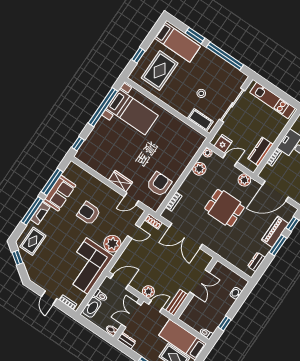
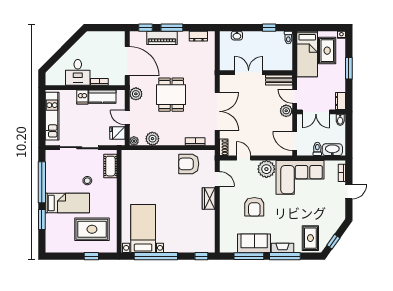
bed: (177, 42) -> (67, 203), moved, turned 90
dishwasher: (271, 135) -> (82, 97), added
rug: (33, 241) -> (310, 238), turned 90

